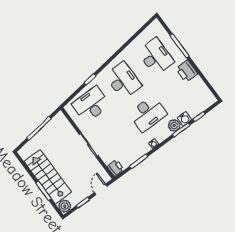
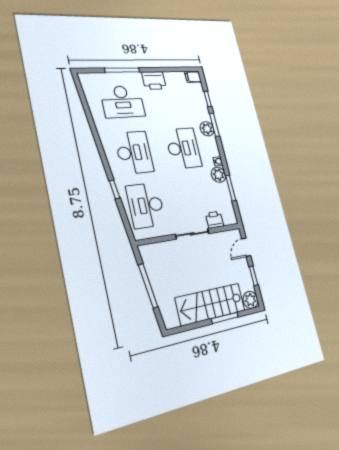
desk: (156, 57) -> (123, 102), turned 180
desk: (123, 81) -> (134, 152), turned 90
filing cabinet: (210, 98) -> (193, 77), added
water cooler: (184, 119) -> (204, 114), removed
plant: (143, 148) -> (219, 175), added
printer: (116, 168) -> (215, 220), moved
door: (101, 189) -> (246, 247), hinge flipped

